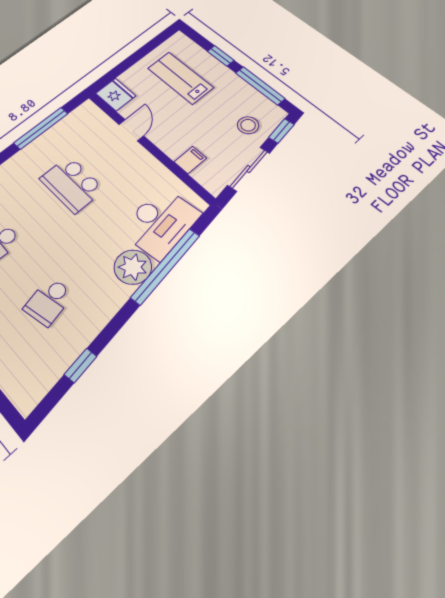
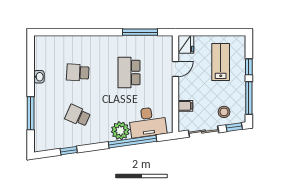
school desk: (49, 301) -> (78, 116), turned 36

